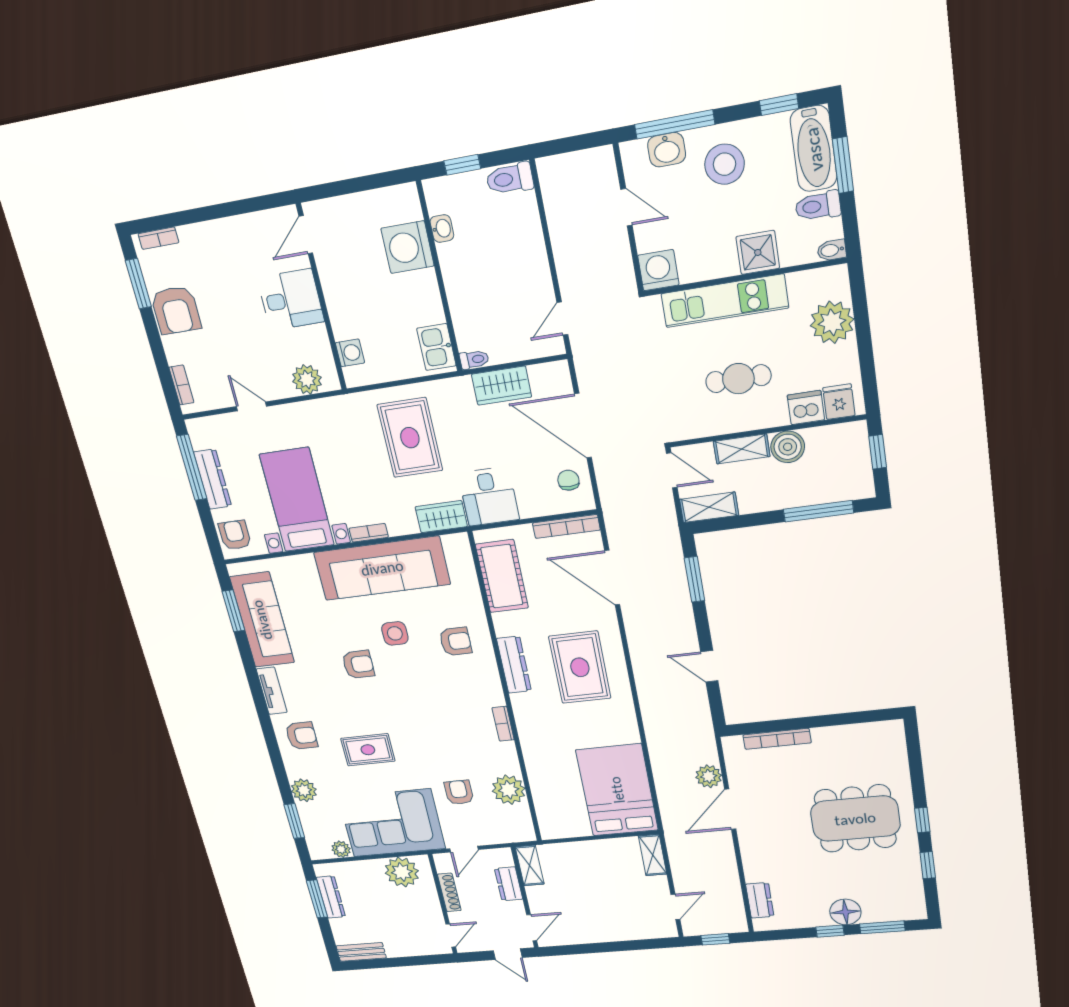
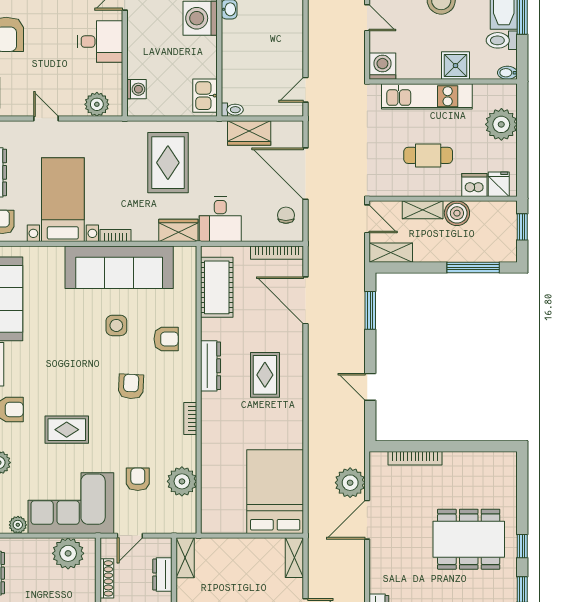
armchair: (358, 664) -> (131, 386), moved, turned -87
rug: (580, 667) -> (265, 375), width x0.73, depth x0.70
plant: (709, 776) -> (350, 483), width x1.36, depth x1.36

